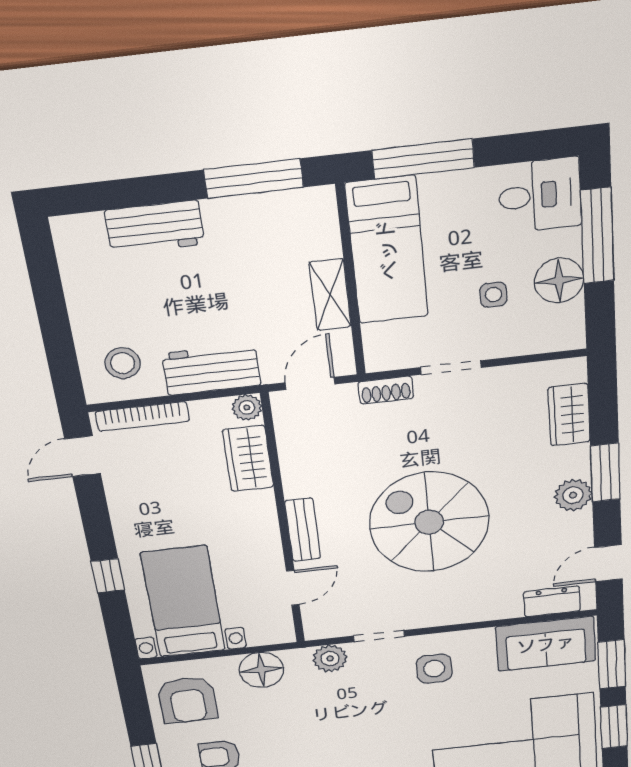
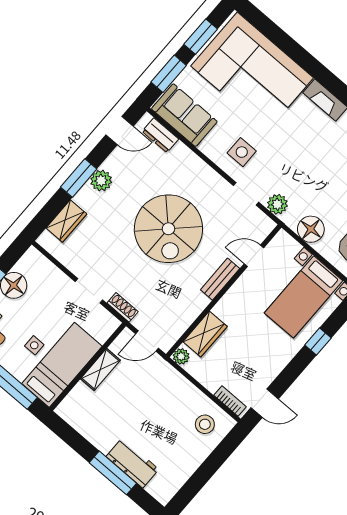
window: (254, 179) -> (113, 473), moved
side table: (493, 295) -> (34, 345), moved
workbench: (211, 369) -> (176, 386), removed
bookcase: (142, 416) -> (230, 401), width x0.64

